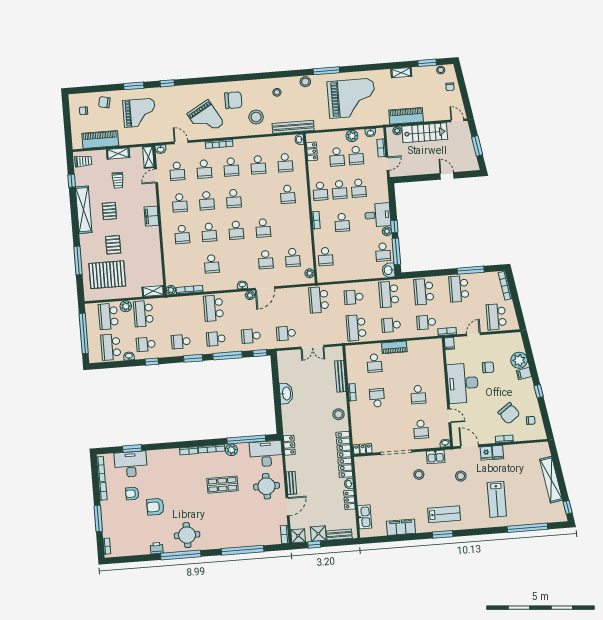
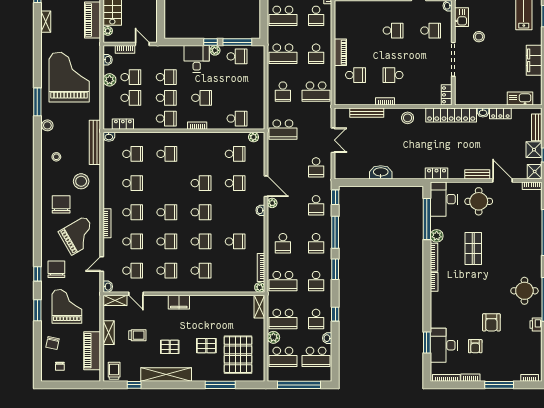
chair: (173, 100) -> (56, 269), added
washbasin: (388, 270) -> (257, 52), removed
school desk: (213, 308) -> (283, 243), width x0.54
school desk: (178, 311) -> (283, 281), added

